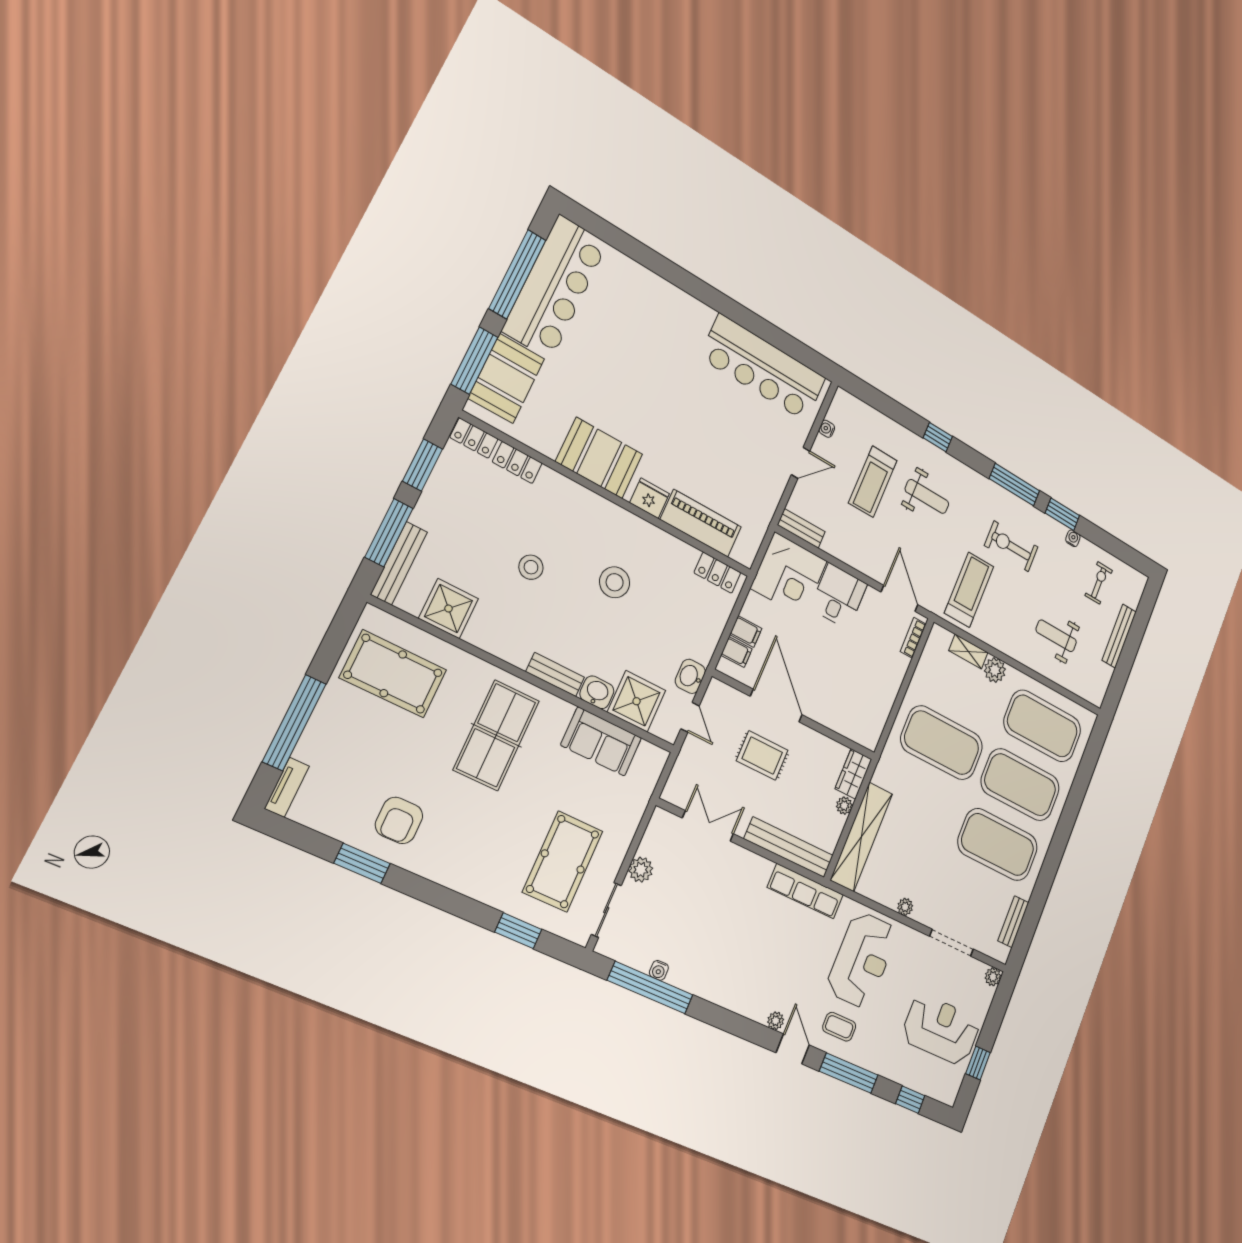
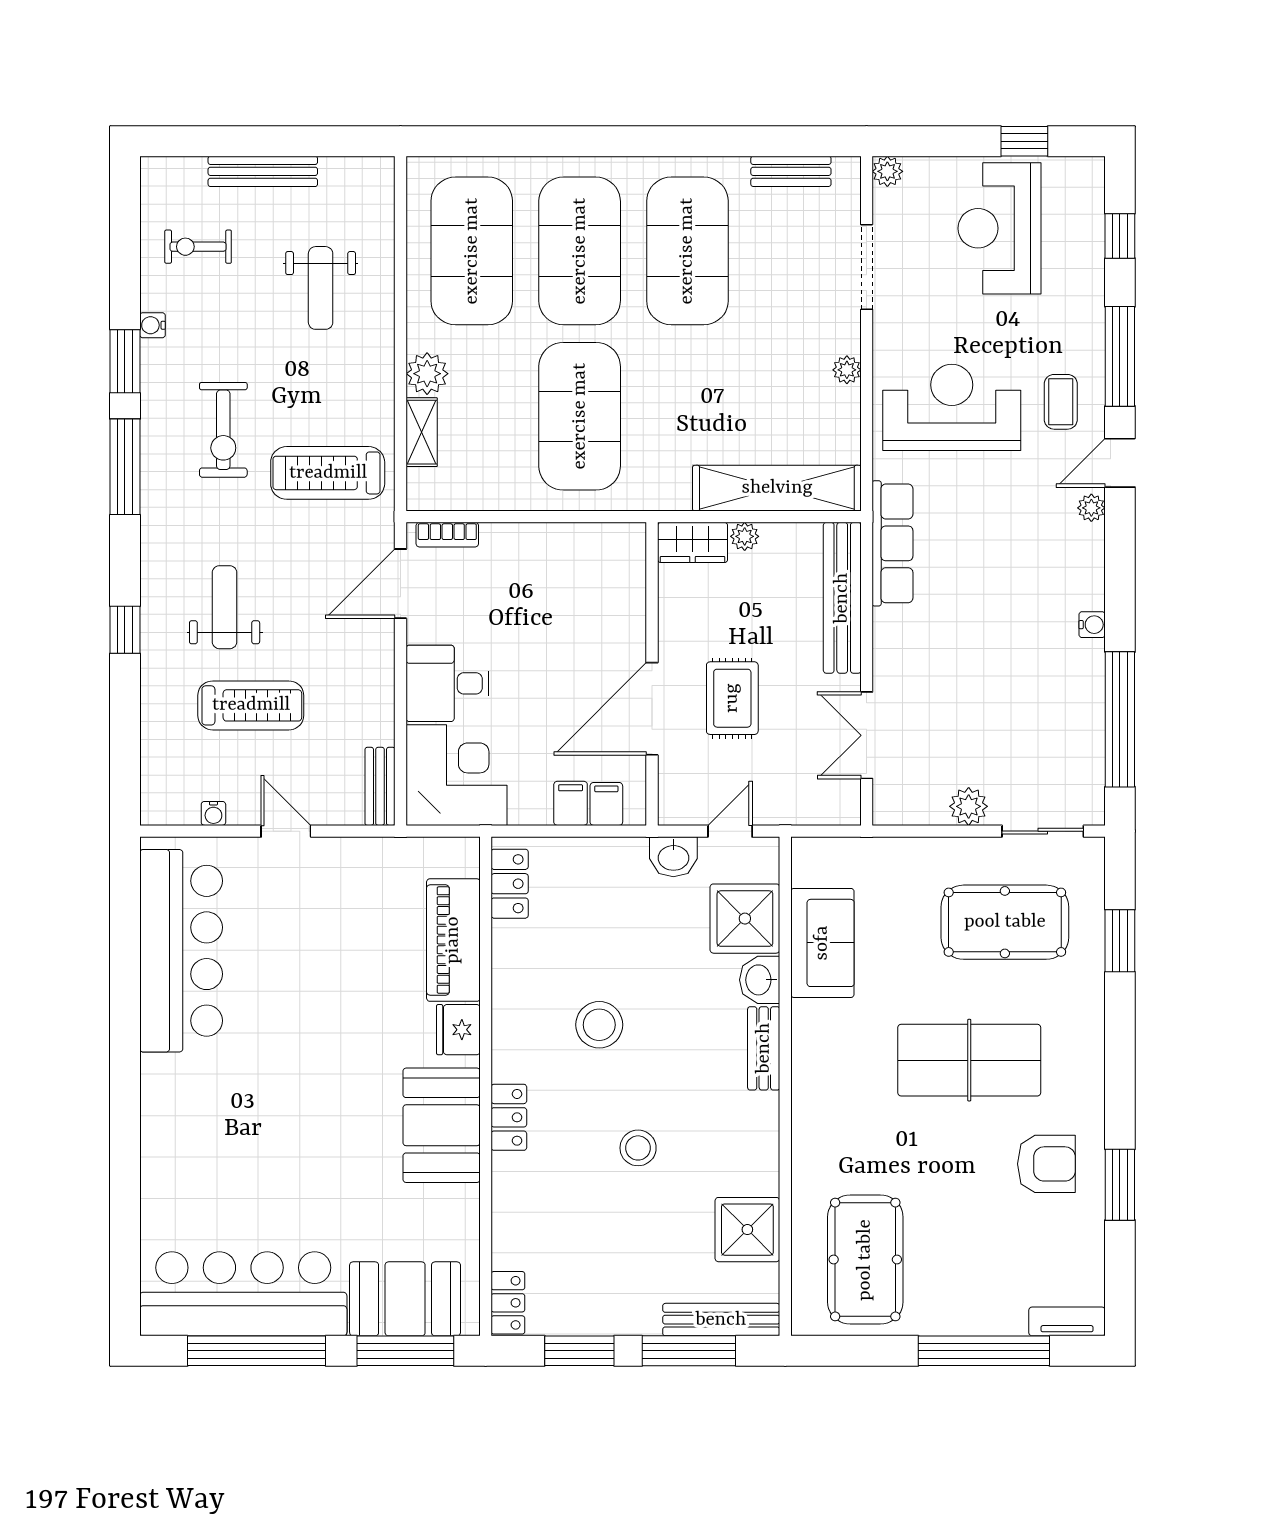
locker: (517, 462) -> (509, 1117), moved
table tennis table: (496, 735) -> (969, 1060), moved
water cooler: (659, 970) -> (1092, 625), moved

